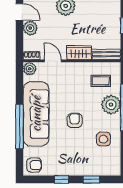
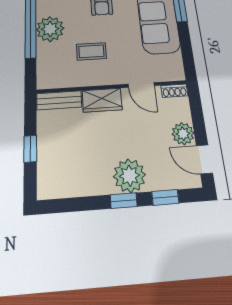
plant: (30, 69) -> (175, 72), removed
coffee table: (101, 81) -> (91, 51), moved

